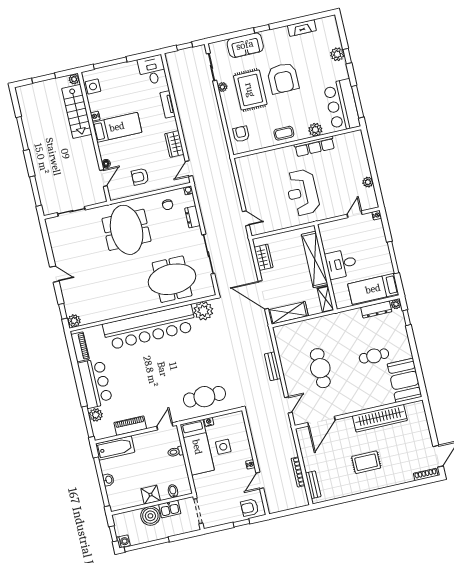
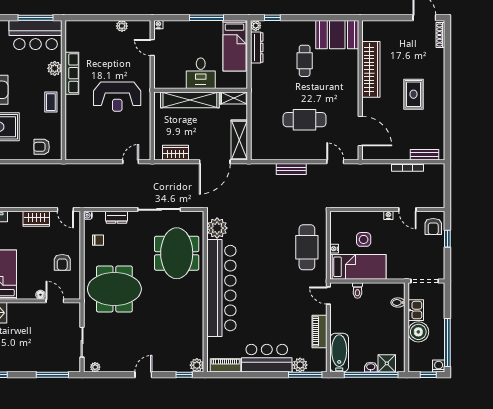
plant: (51, 229) -> (95, 367), added
shower: (151, 495) -> (387, 363), moved

